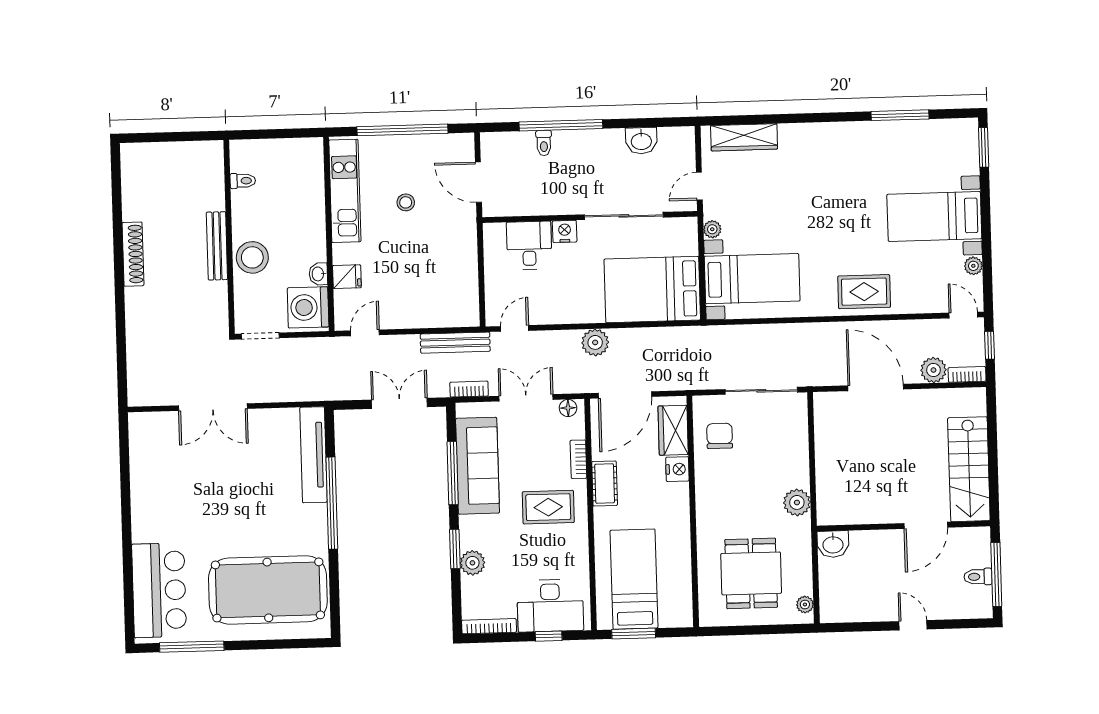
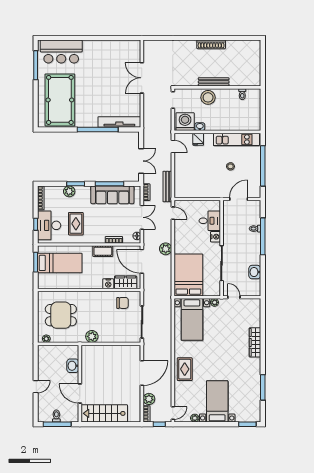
wardrobe: (744, 137) -> (255, 342), moved
rug: (548, 507) -> (76, 224), moved
washbasin: (833, 544) -> (73, 366), moved

